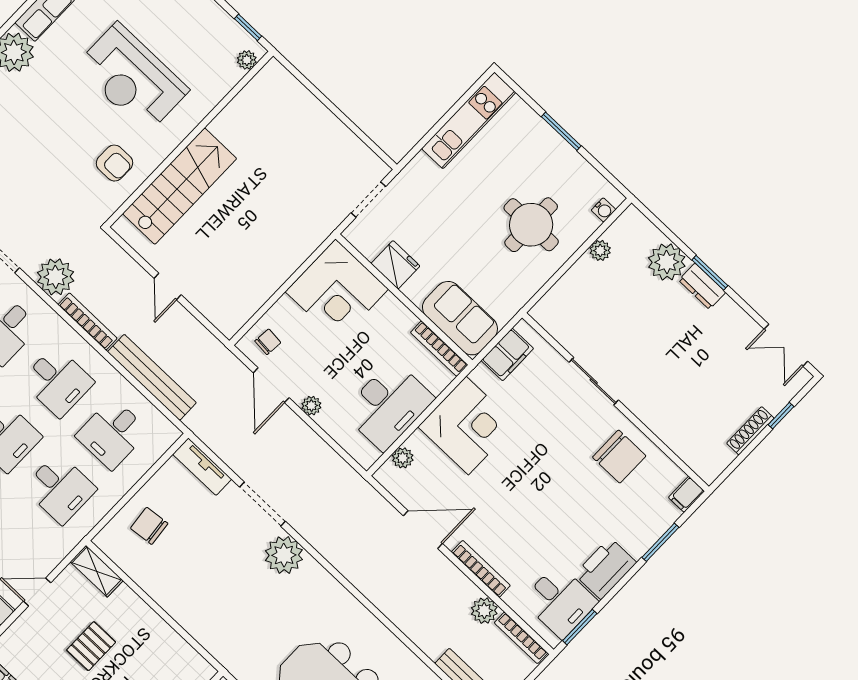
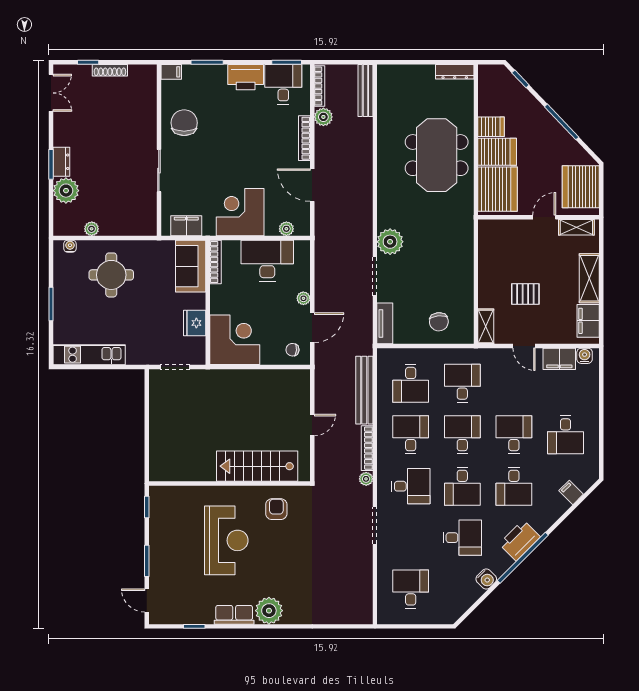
plant: (247, 60) -> (163, 492), removed
plant: (56, 277) -> (366, 479), width x0.53, depth x0.53
desk: (112, 434) -> (411, 383), turned 90

